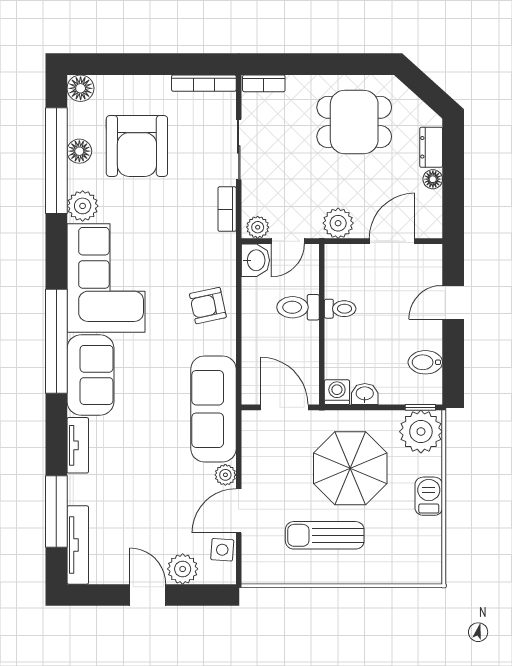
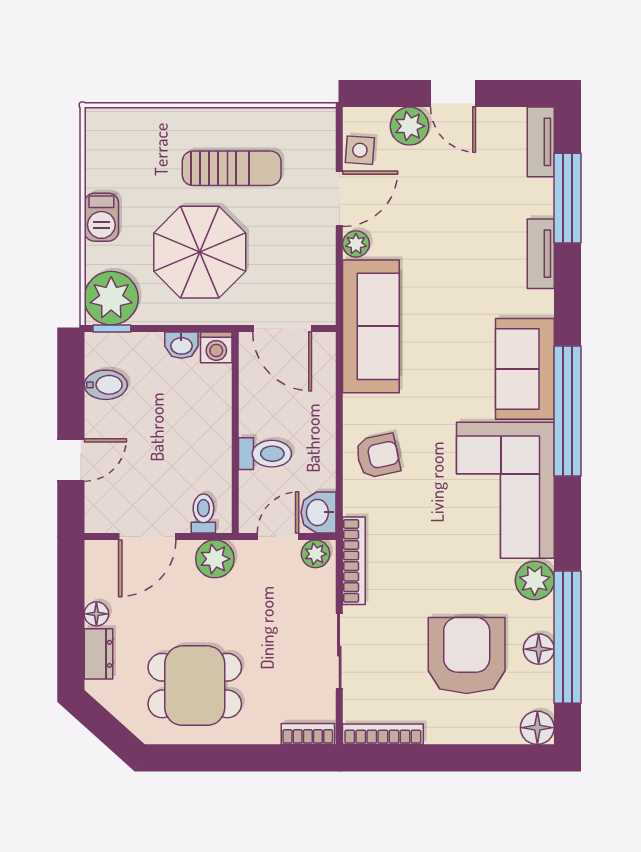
bookcase: (227, 209) -> (354, 561), width x1.56
toilet: (340, 309) -> (203, 514), moved, turned 90
tv unit: (78, 445) -> (541, 254), moved
tv unit: (78, 545) -> (541, 142), width x0.71

